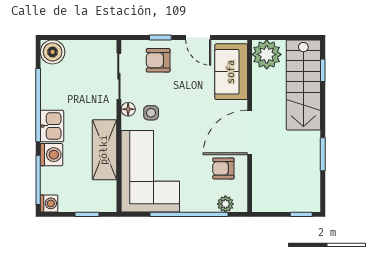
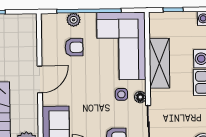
door: (250, 132) -> (40, 79), width x0.73
armchair: (223, 168) -> (74, 47), moved
plant: (225, 204) -> (74, 20), moved

